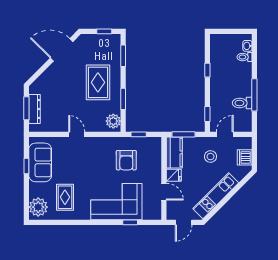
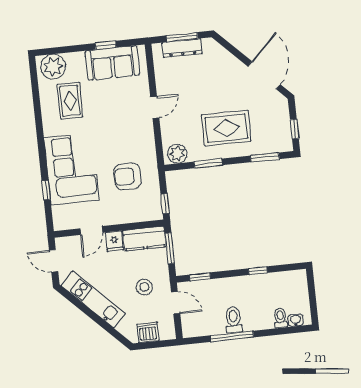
toilet: (242, 103) -> (234, 320), moved
window: (139, 134) -> (165, 204), moved
rug: (65, 197) -> (70, 101), turned 90

